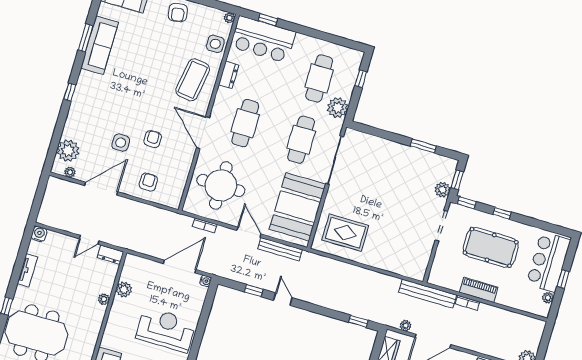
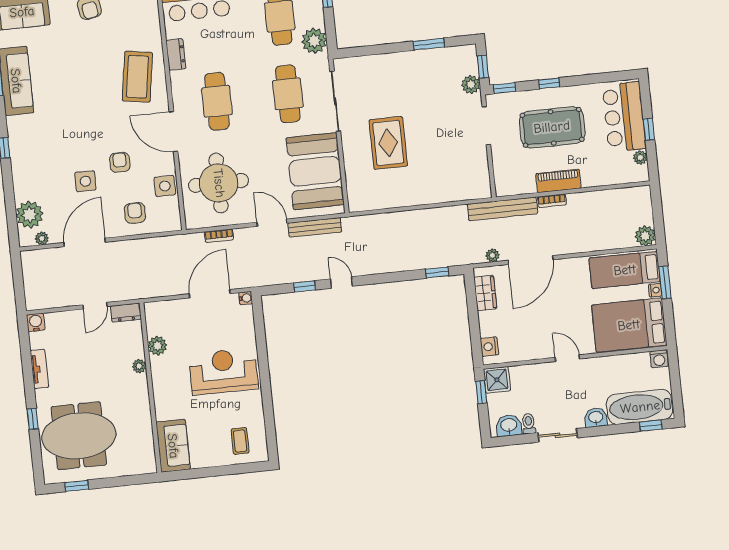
side table: (215, 44) -> (165, 186), moved
rug: (345, 233) -> (388, 143), moved, turned 90

